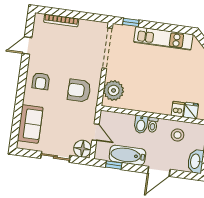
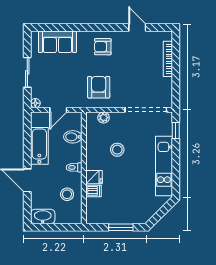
stool: (141, 81) -> (117, 150), added
plant: (114, 90) -> (104, 118), width x0.53, depth x0.53
fridge: (191, 111) -> (94, 177), moved
bidet: (141, 124) -> (73, 137), moved
floor lamp: (82, 149) -> (35, 103), width x0.53, depth x0.53
window: (114, 165) -> (27, 133), removed

